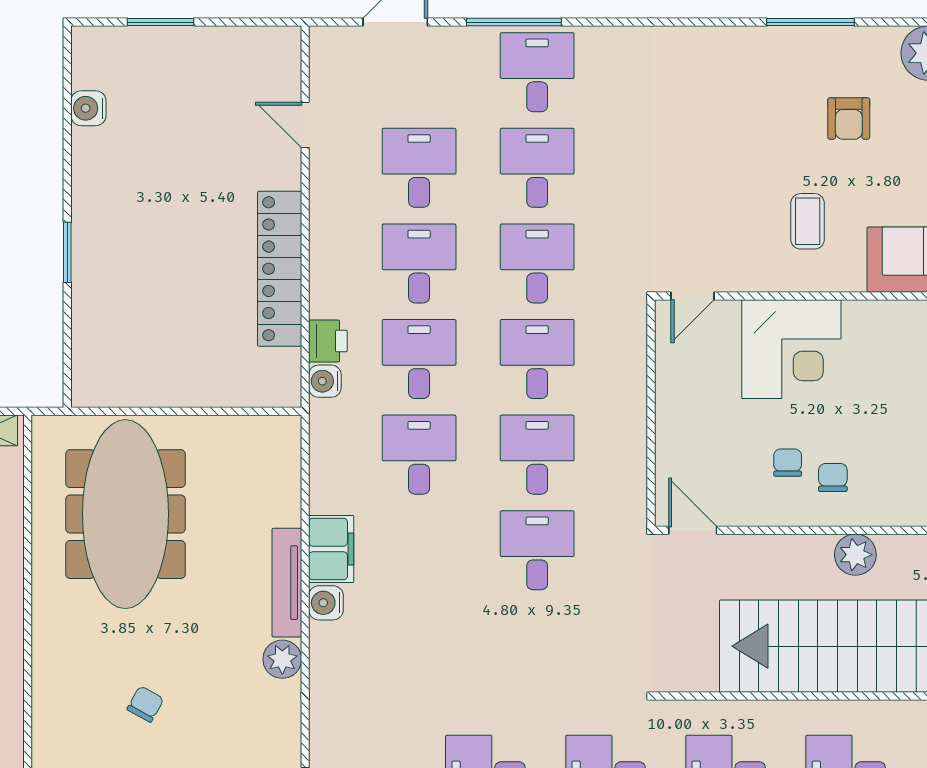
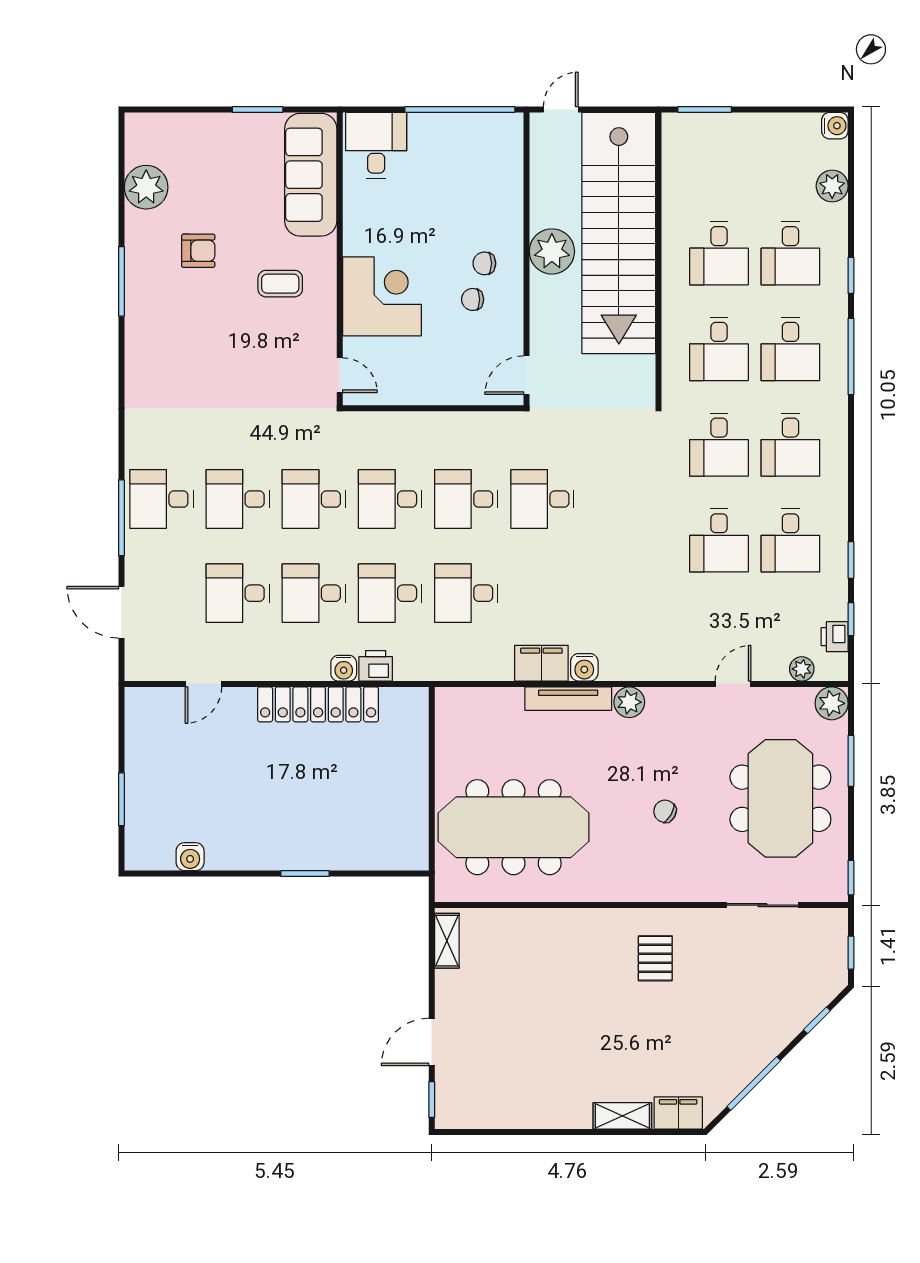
water cooler: (325, 381) -> (344, 668), moved
plant: (855, 555) -> (552, 251), width x1.36, depth x1.36

